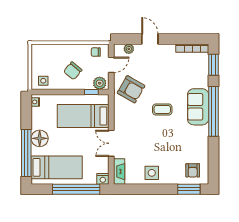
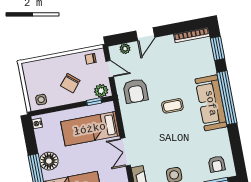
door: (150, 39) -> (145, 34), swing flipped
door: (111, 65) -> (110, 69), hinge flipped
armchair: (131, 89) -> (135, 91), turned 60
sofa: (198, 107) -> (211, 103), width x1.36

